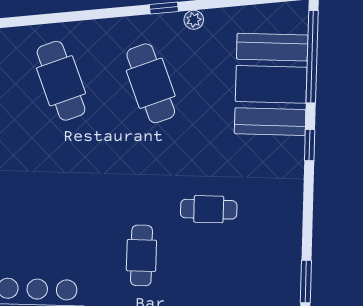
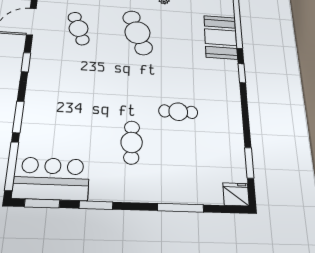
cafe table: (61, 81) -> (79, 28), width x0.73, depth x0.74
booth: (271, 84) -> (221, 37), width x0.73, depth x0.70

